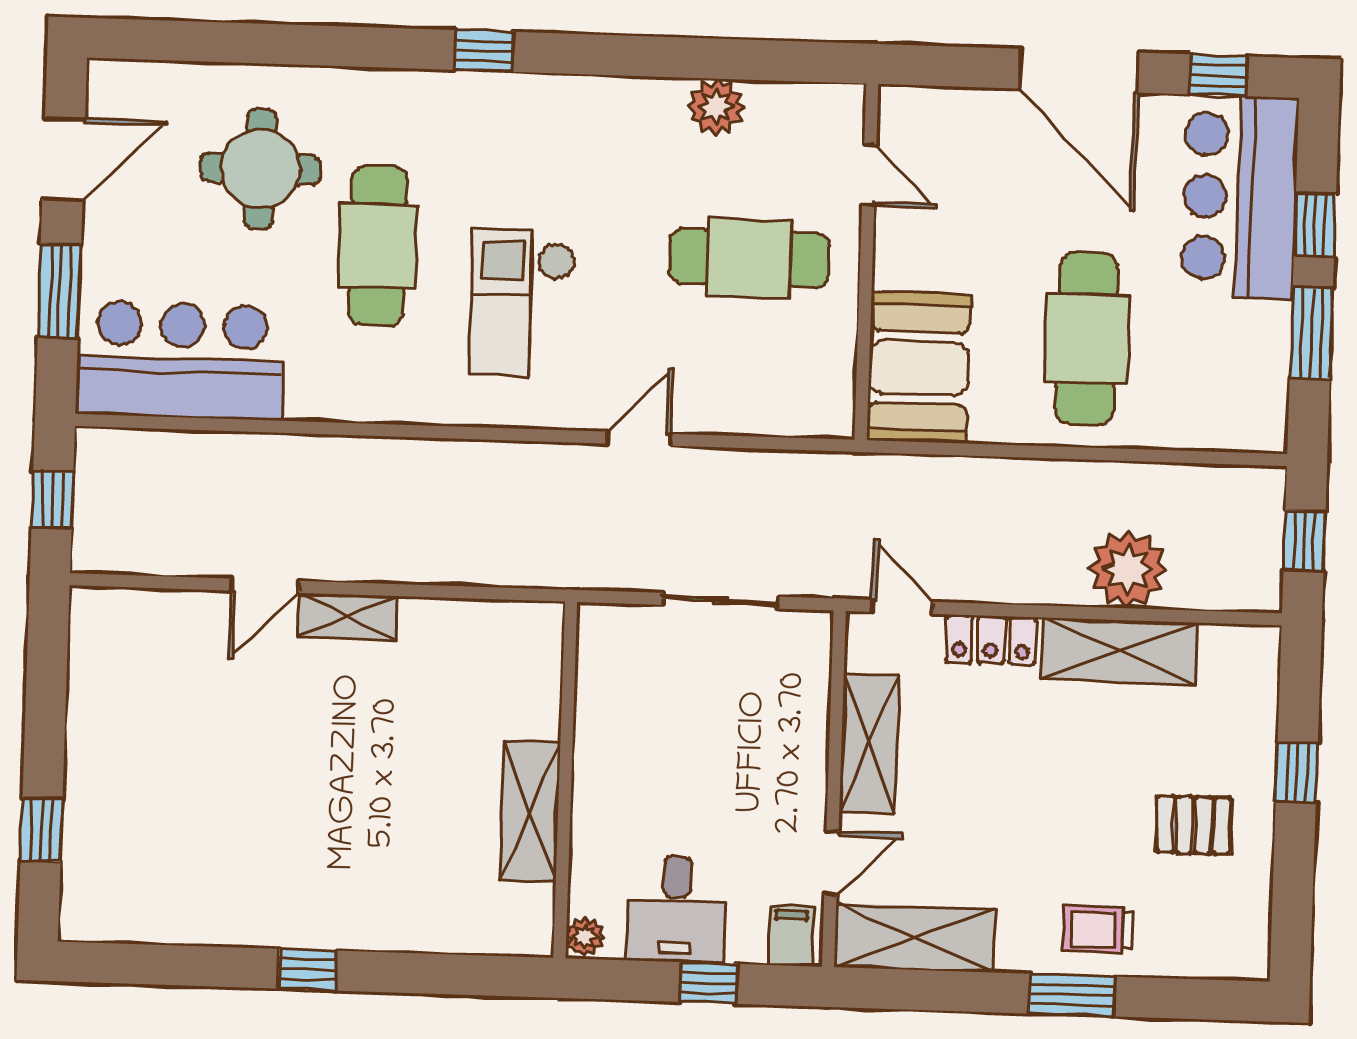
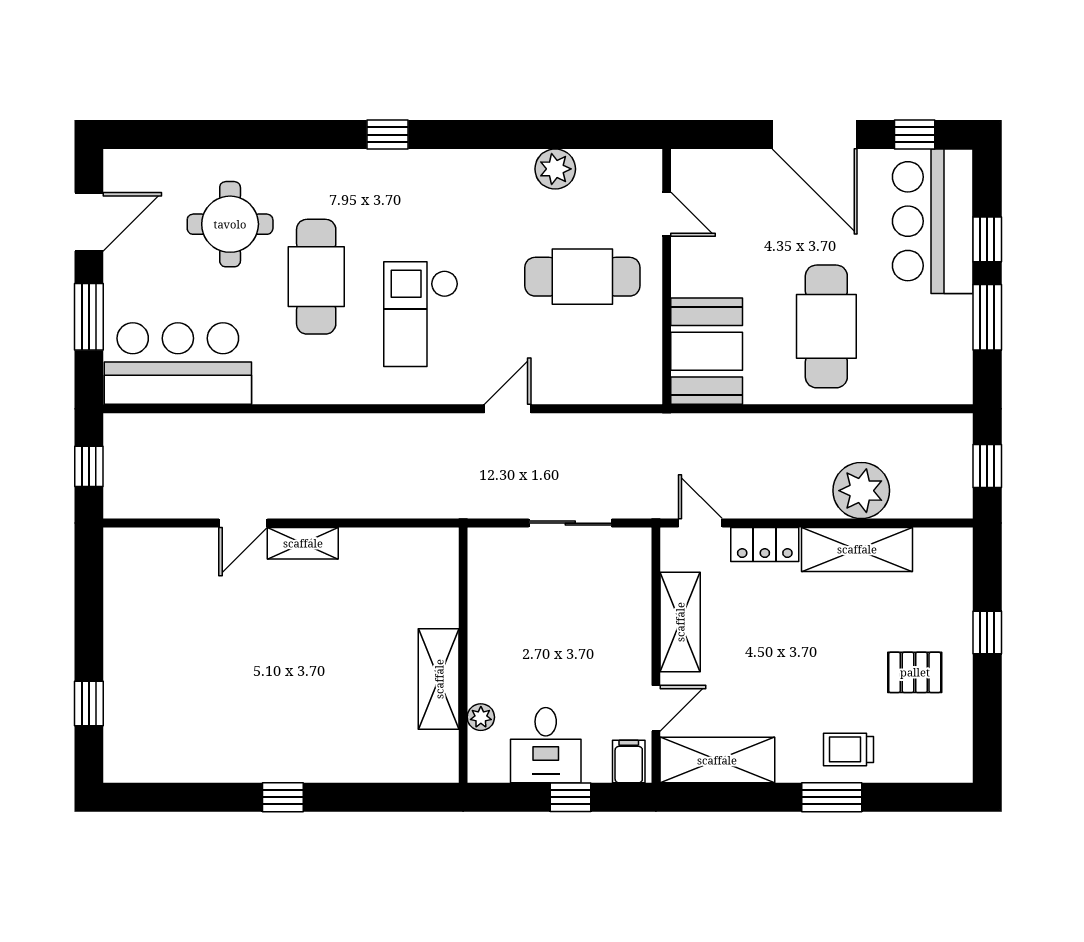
plant: (585, 936) -> (481, 717), moved

